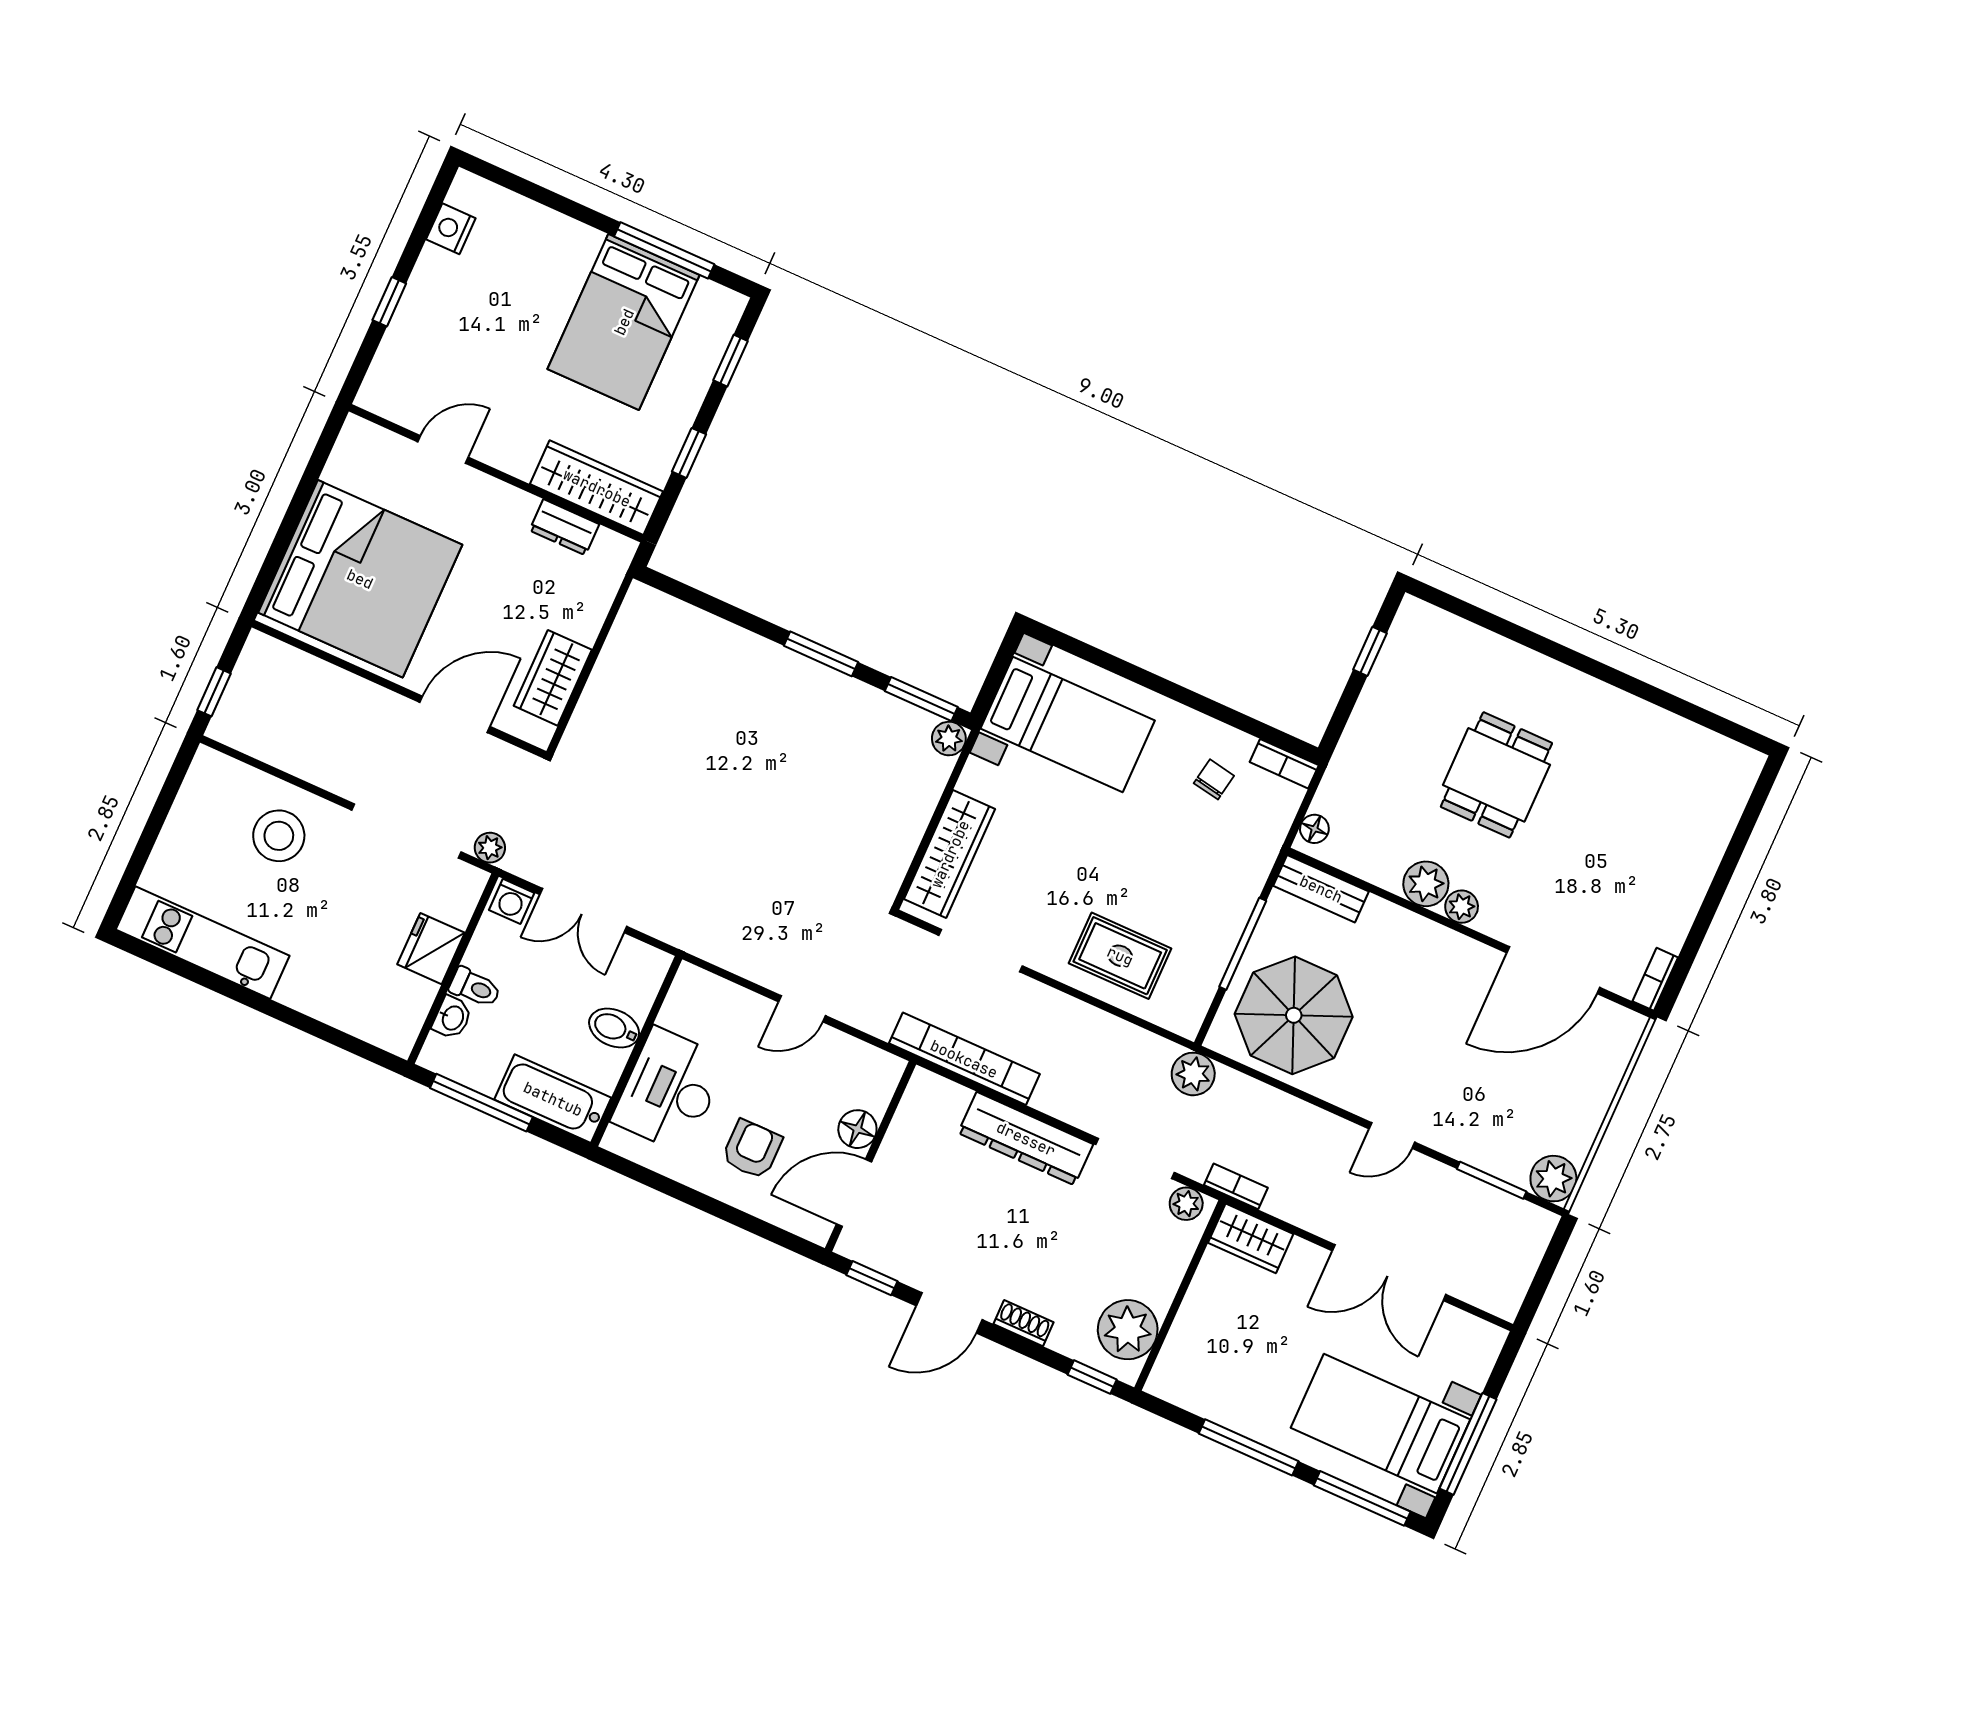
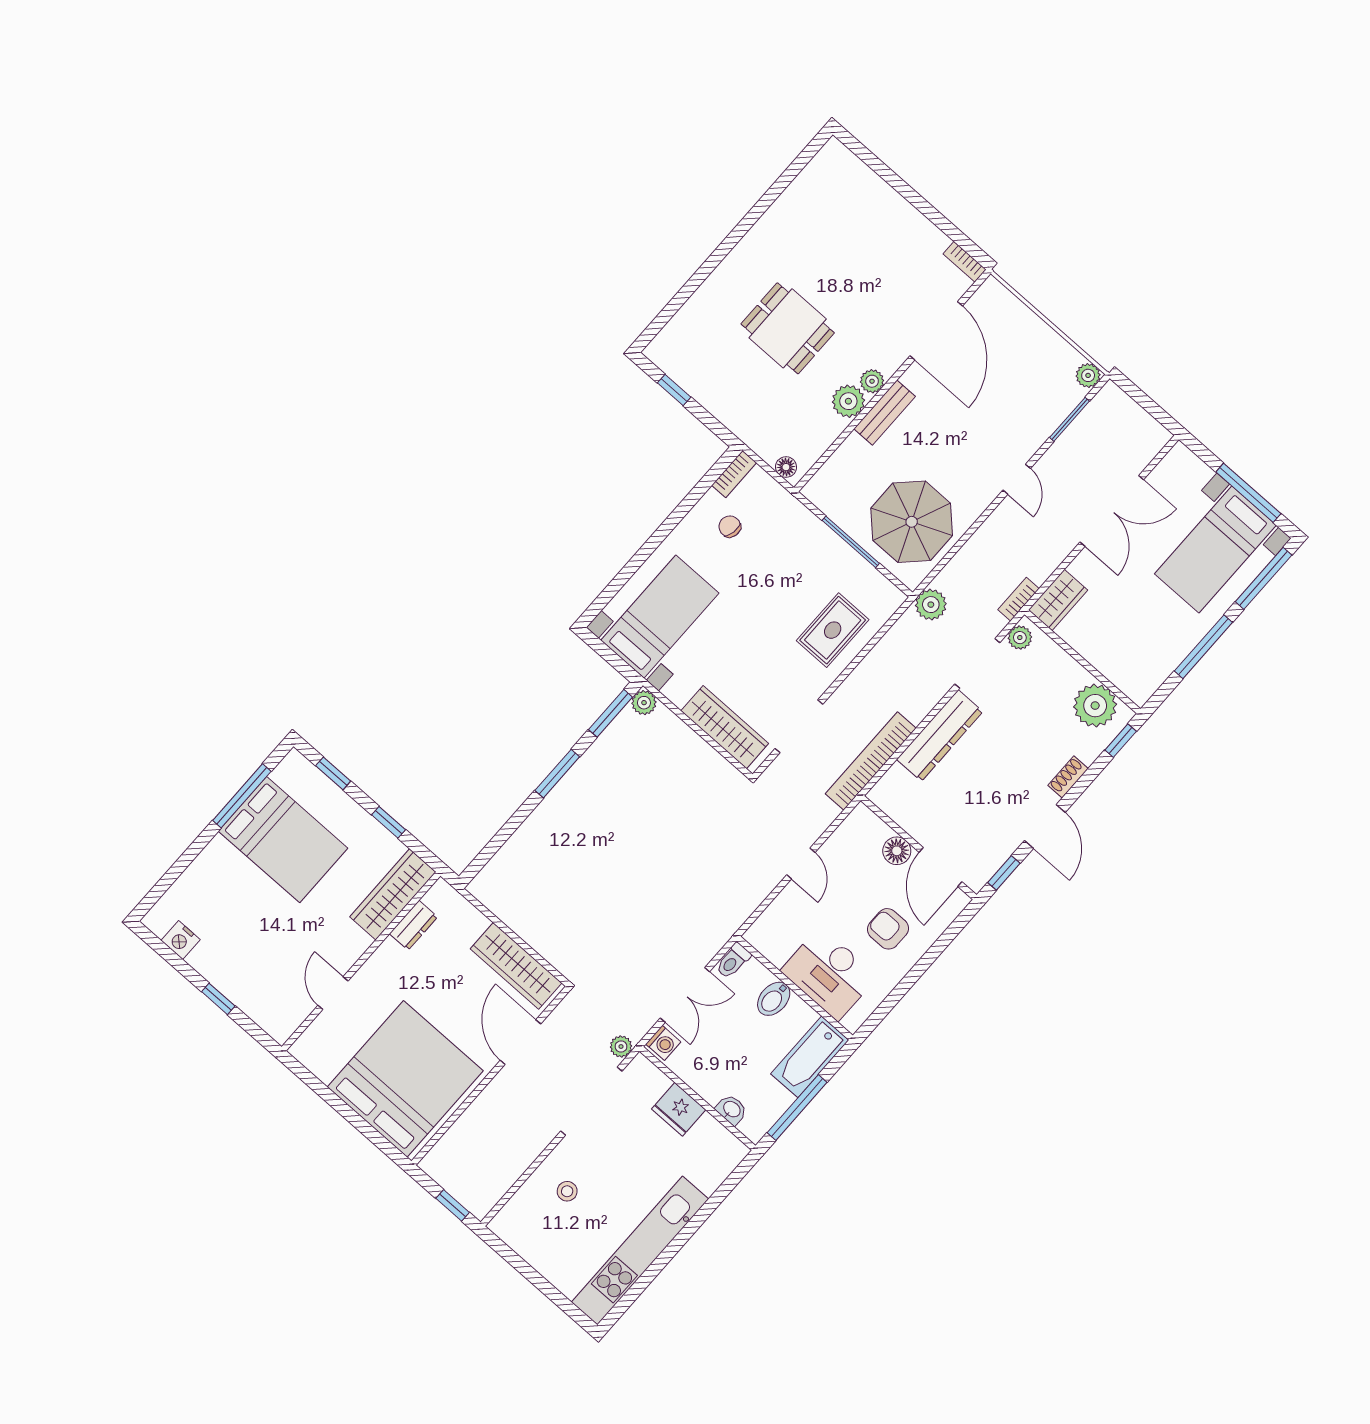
wardrobe: (553, 678) -> (516, 966), width x1.50
stool: (279, 836) -> (567, 1191), width x0.53, depth x0.53
bench: (1321, 889) -> (885, 413), moved
kitchen unit: (203, 943) -> (640, 1251), width x1.36
toilet: (475, 988) -> (733, 961), moved, turned 180
plant: (1553, 1179) -> (1088, 375), width x0.73, depth x0.73

